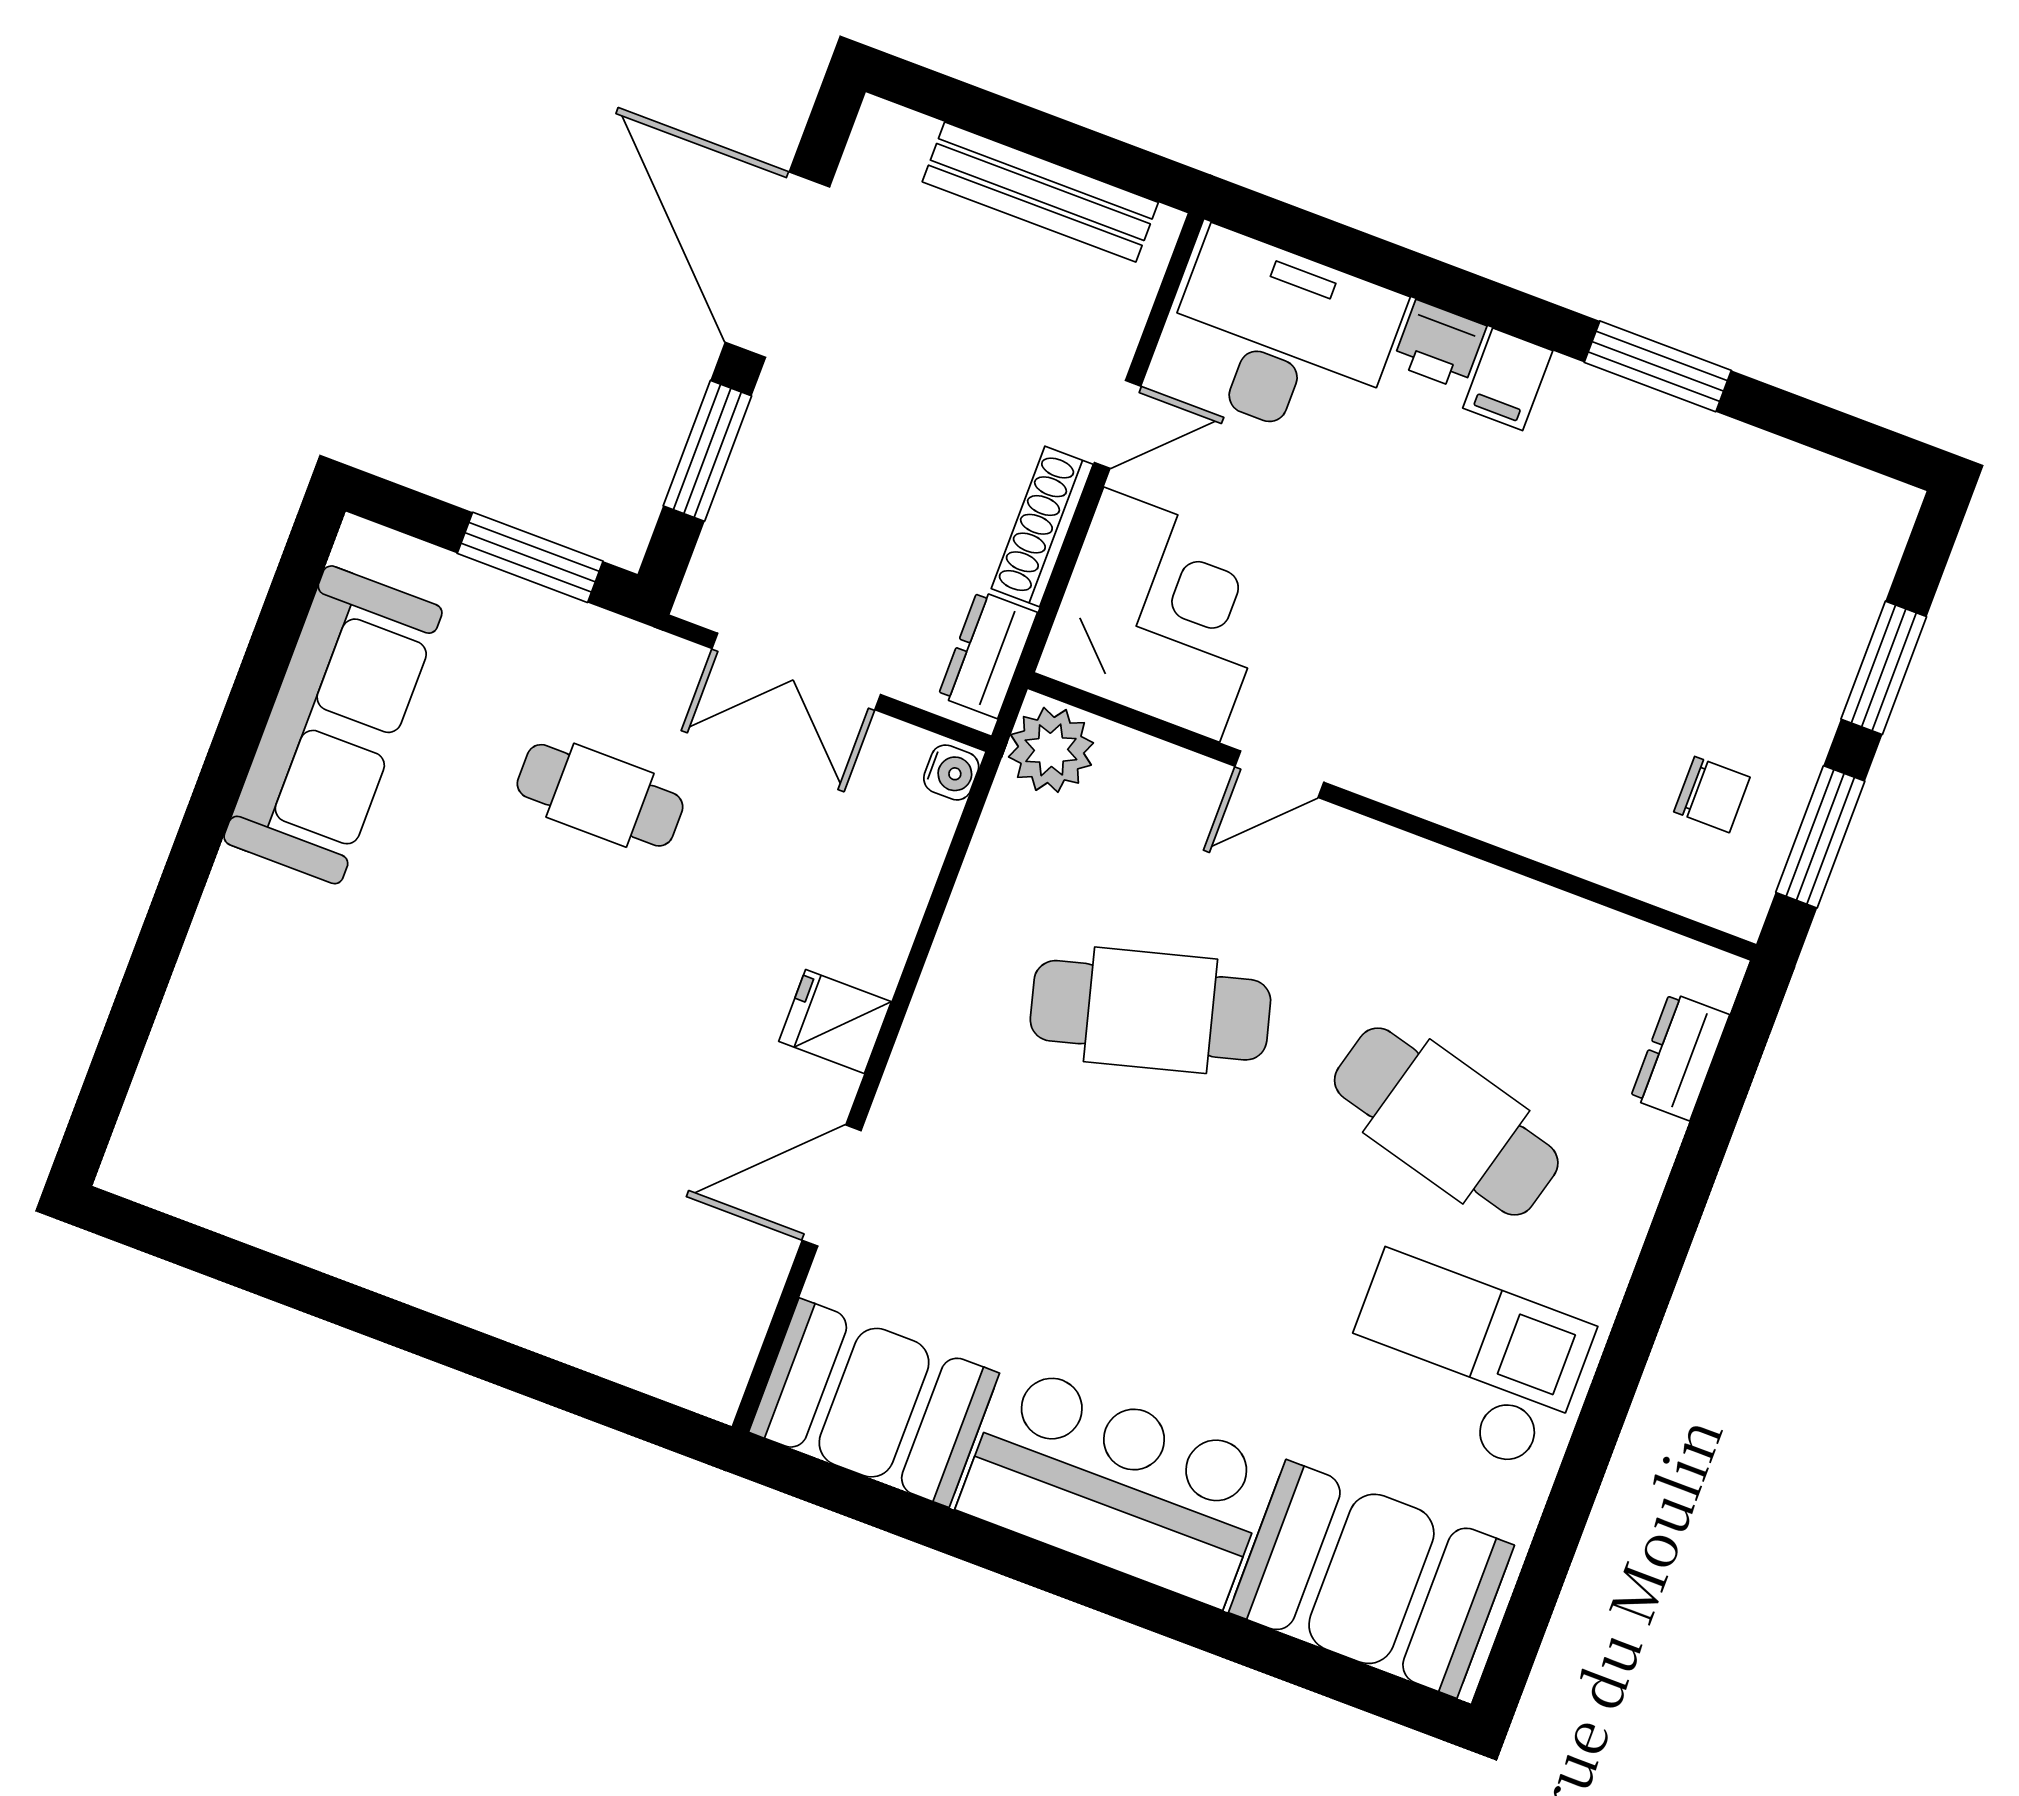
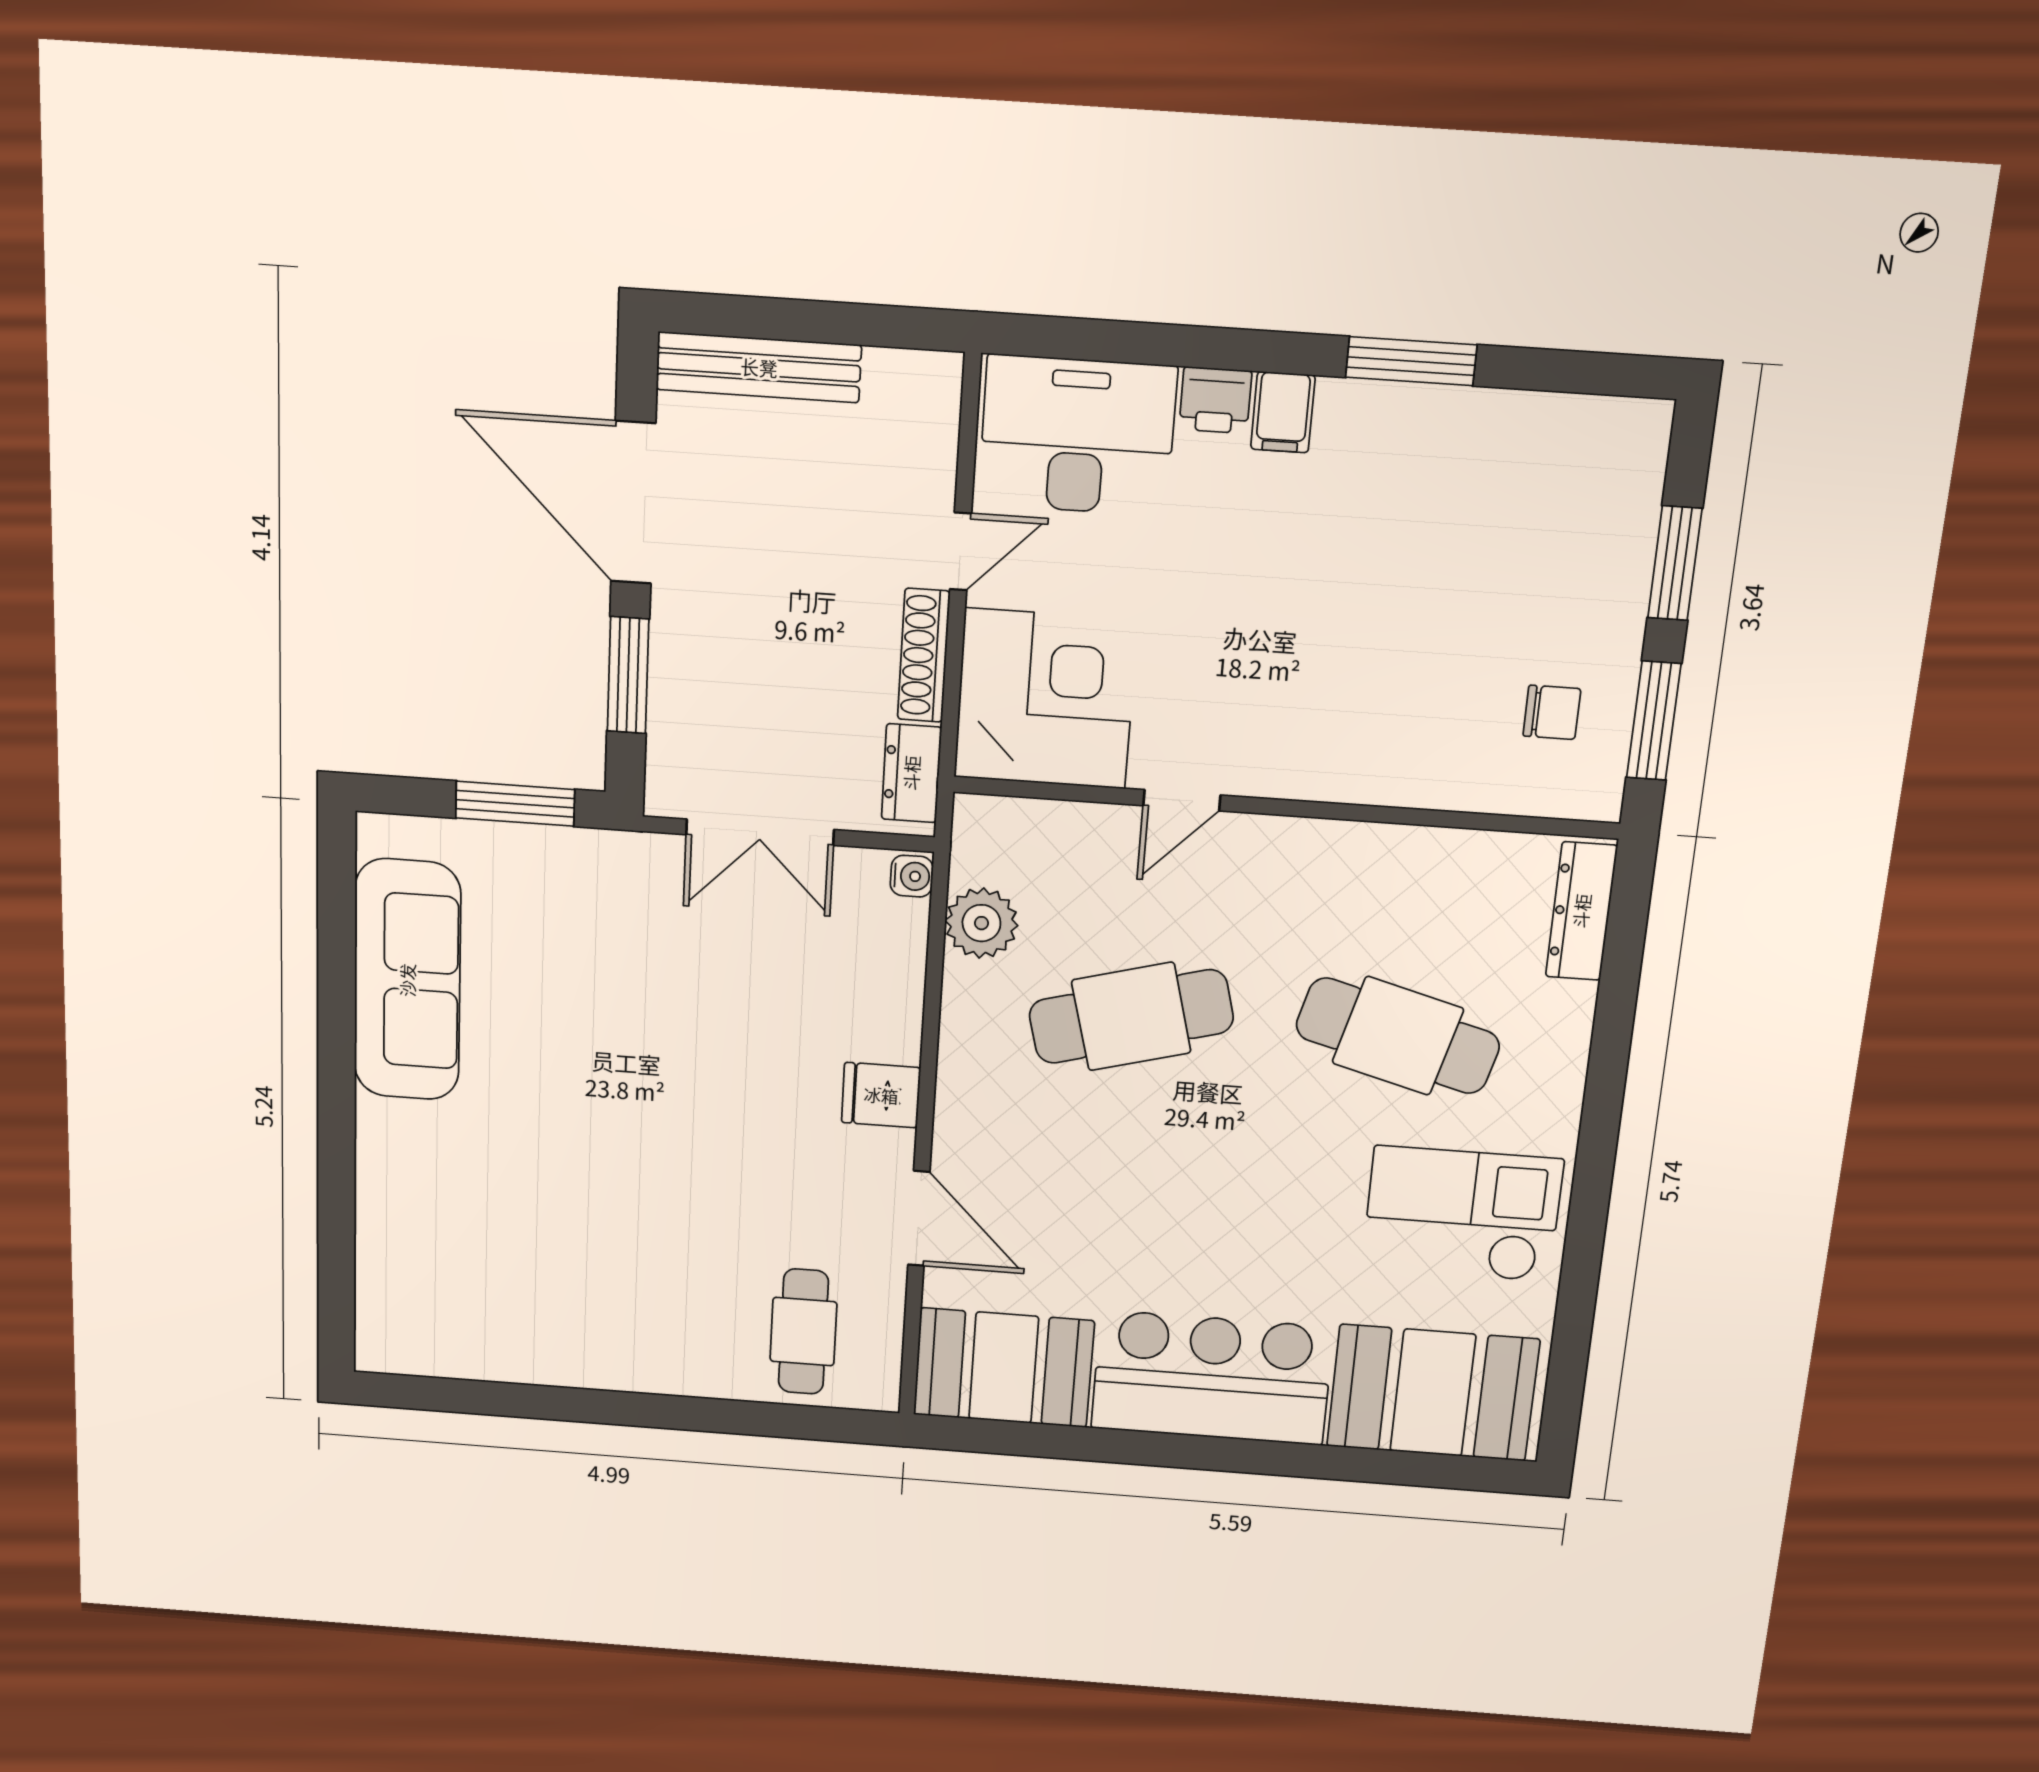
bench: (1040, 192) -> (759, 367), moved
plant: (1051, 750) -> (981, 923), moved
cafe table: (600, 795) -> (803, 1332), moved, turned 90
dresser: (1680, 1057) -> (1581, 911), width x1.44
door: (832, 1185) -> (919, 1218), swing flipped

